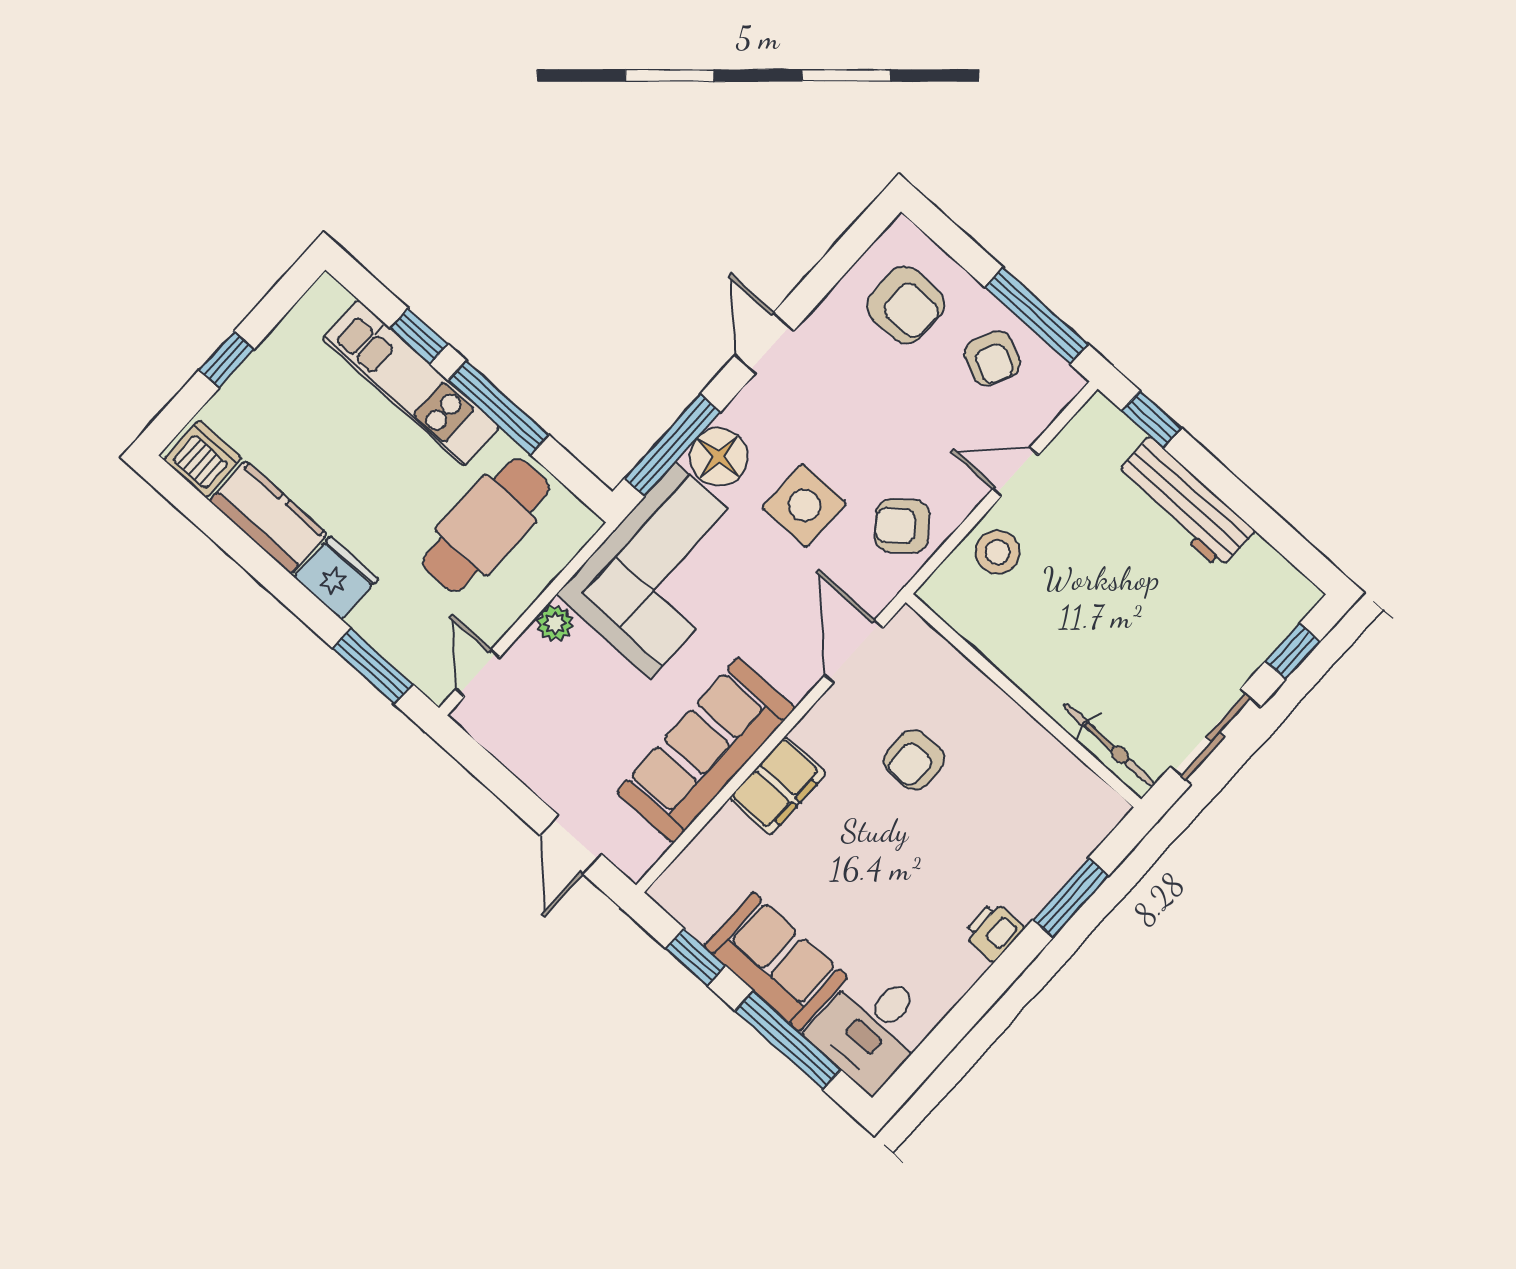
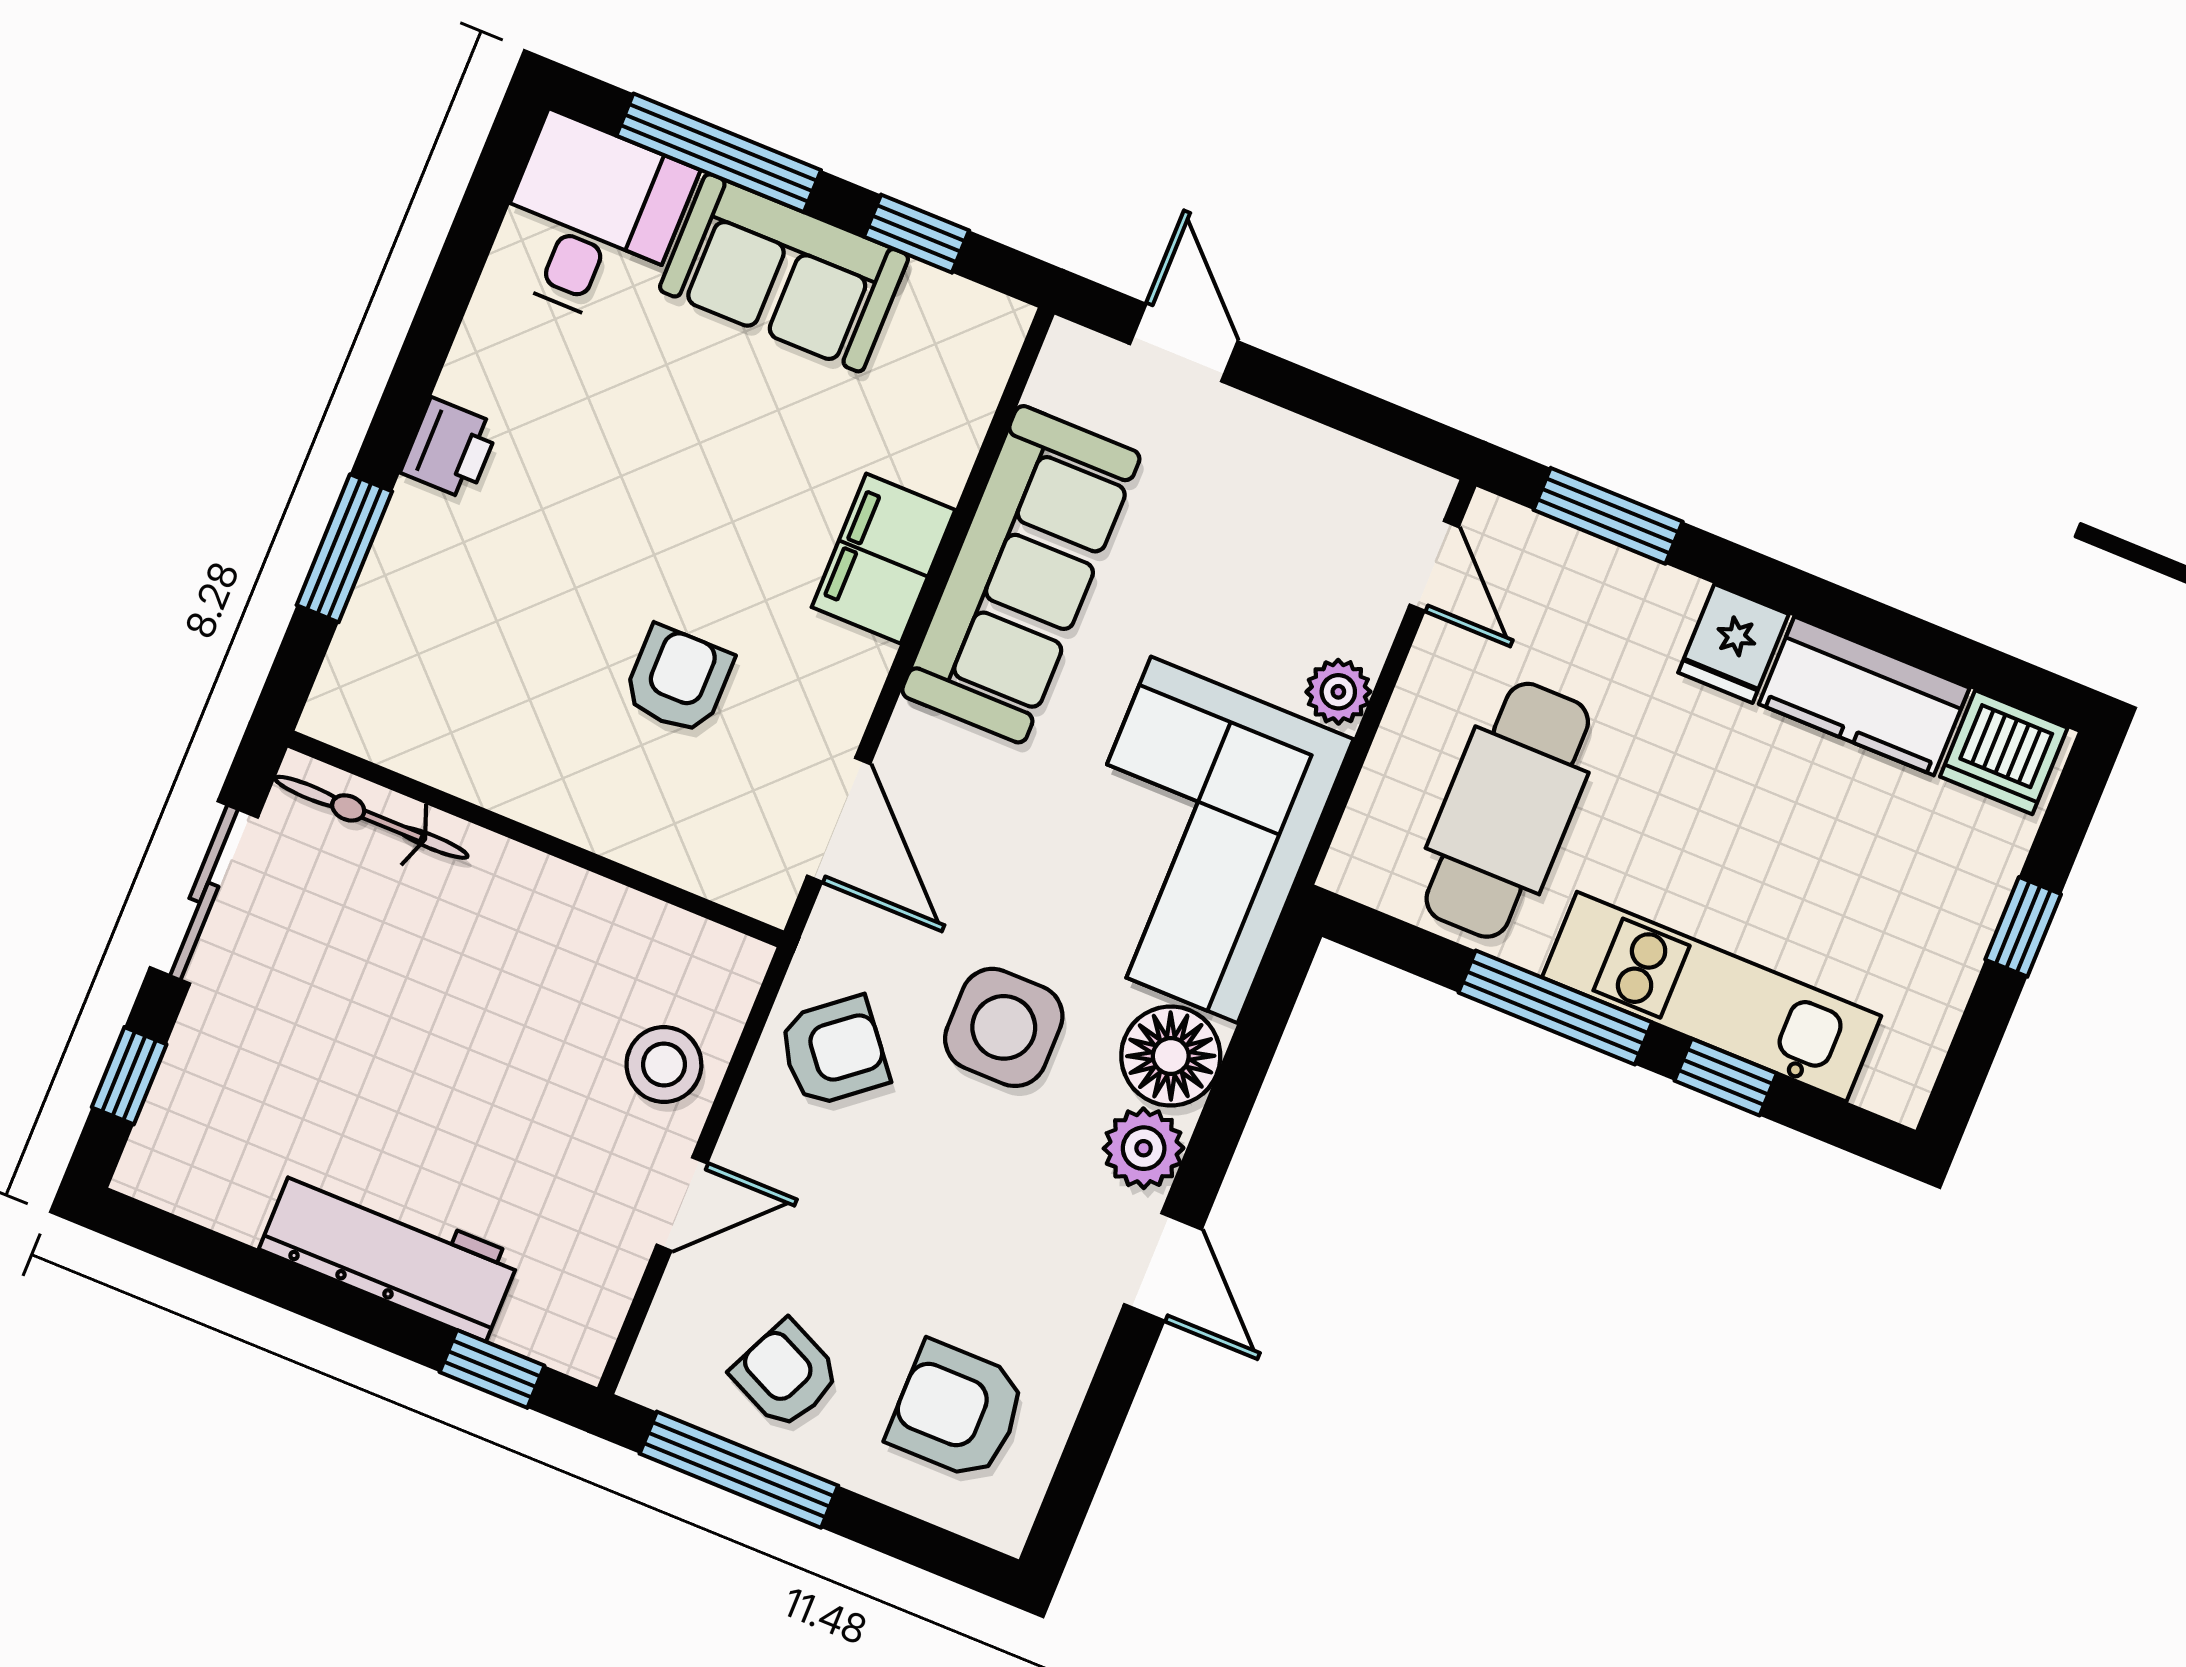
plant: (752, 412) -> (1144, 1148), added
window: (672, 445) -> (1252, 1048), removed
fridge: (336, 578) -> (1733, 643), width x0.72

